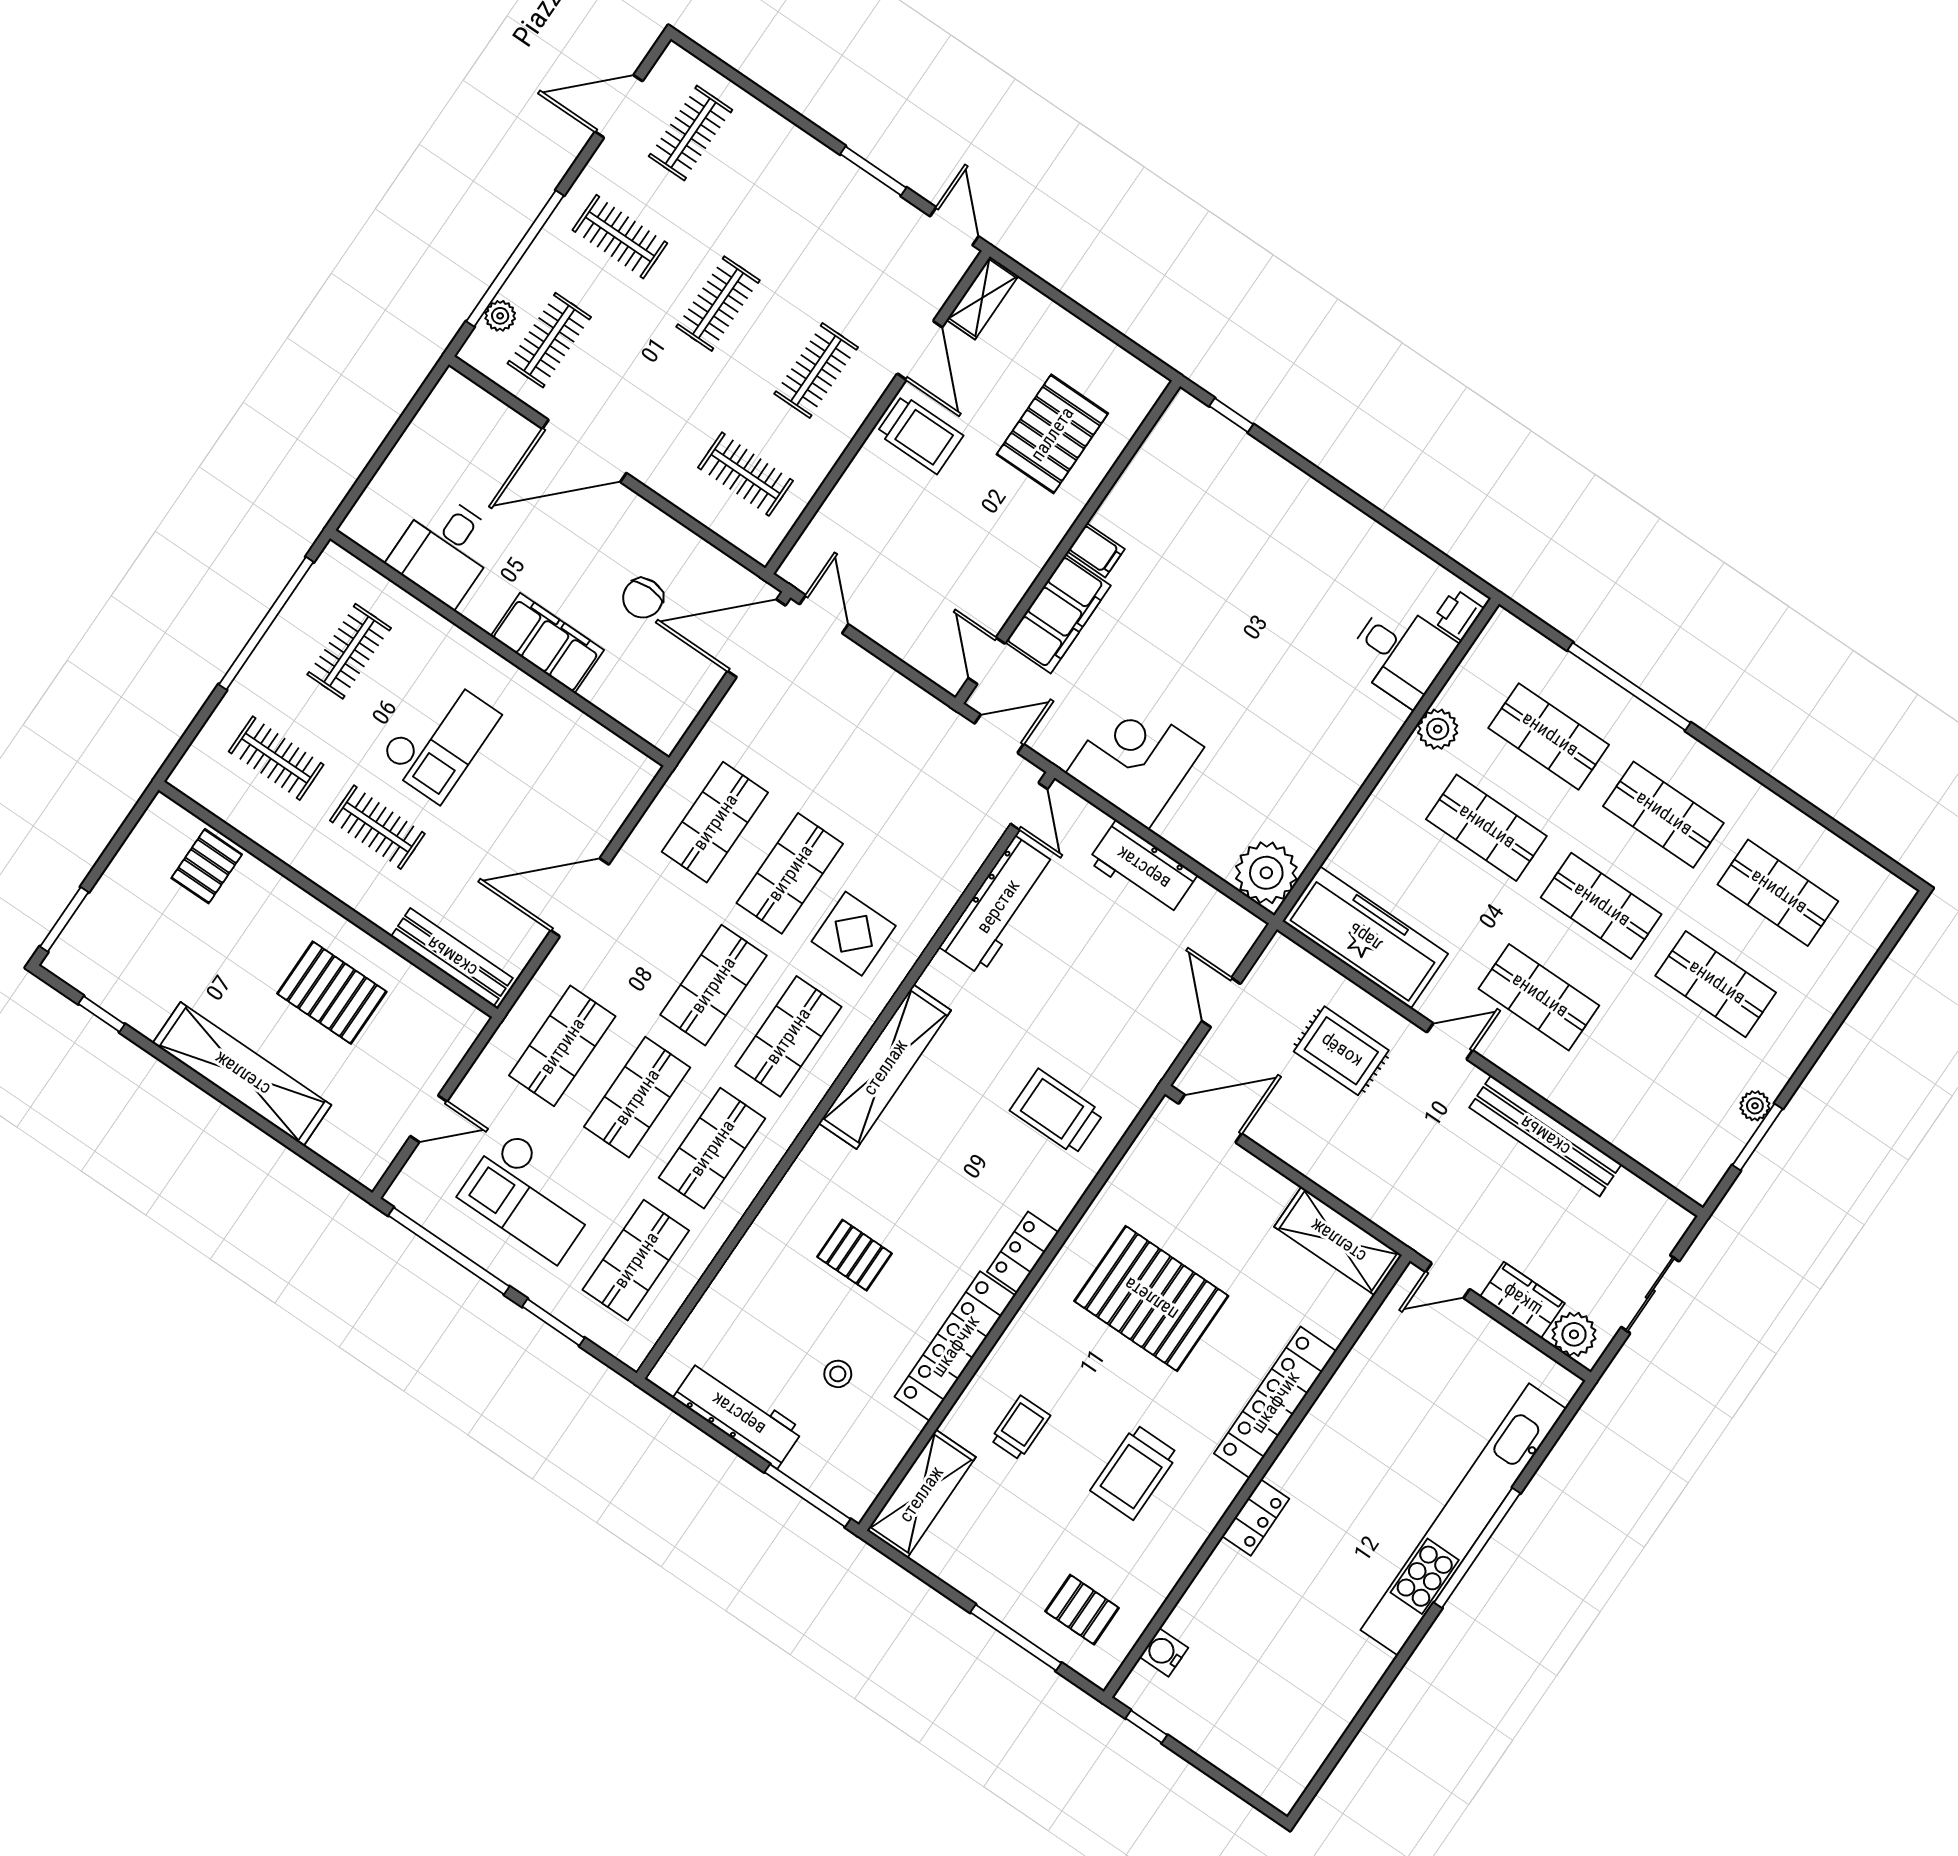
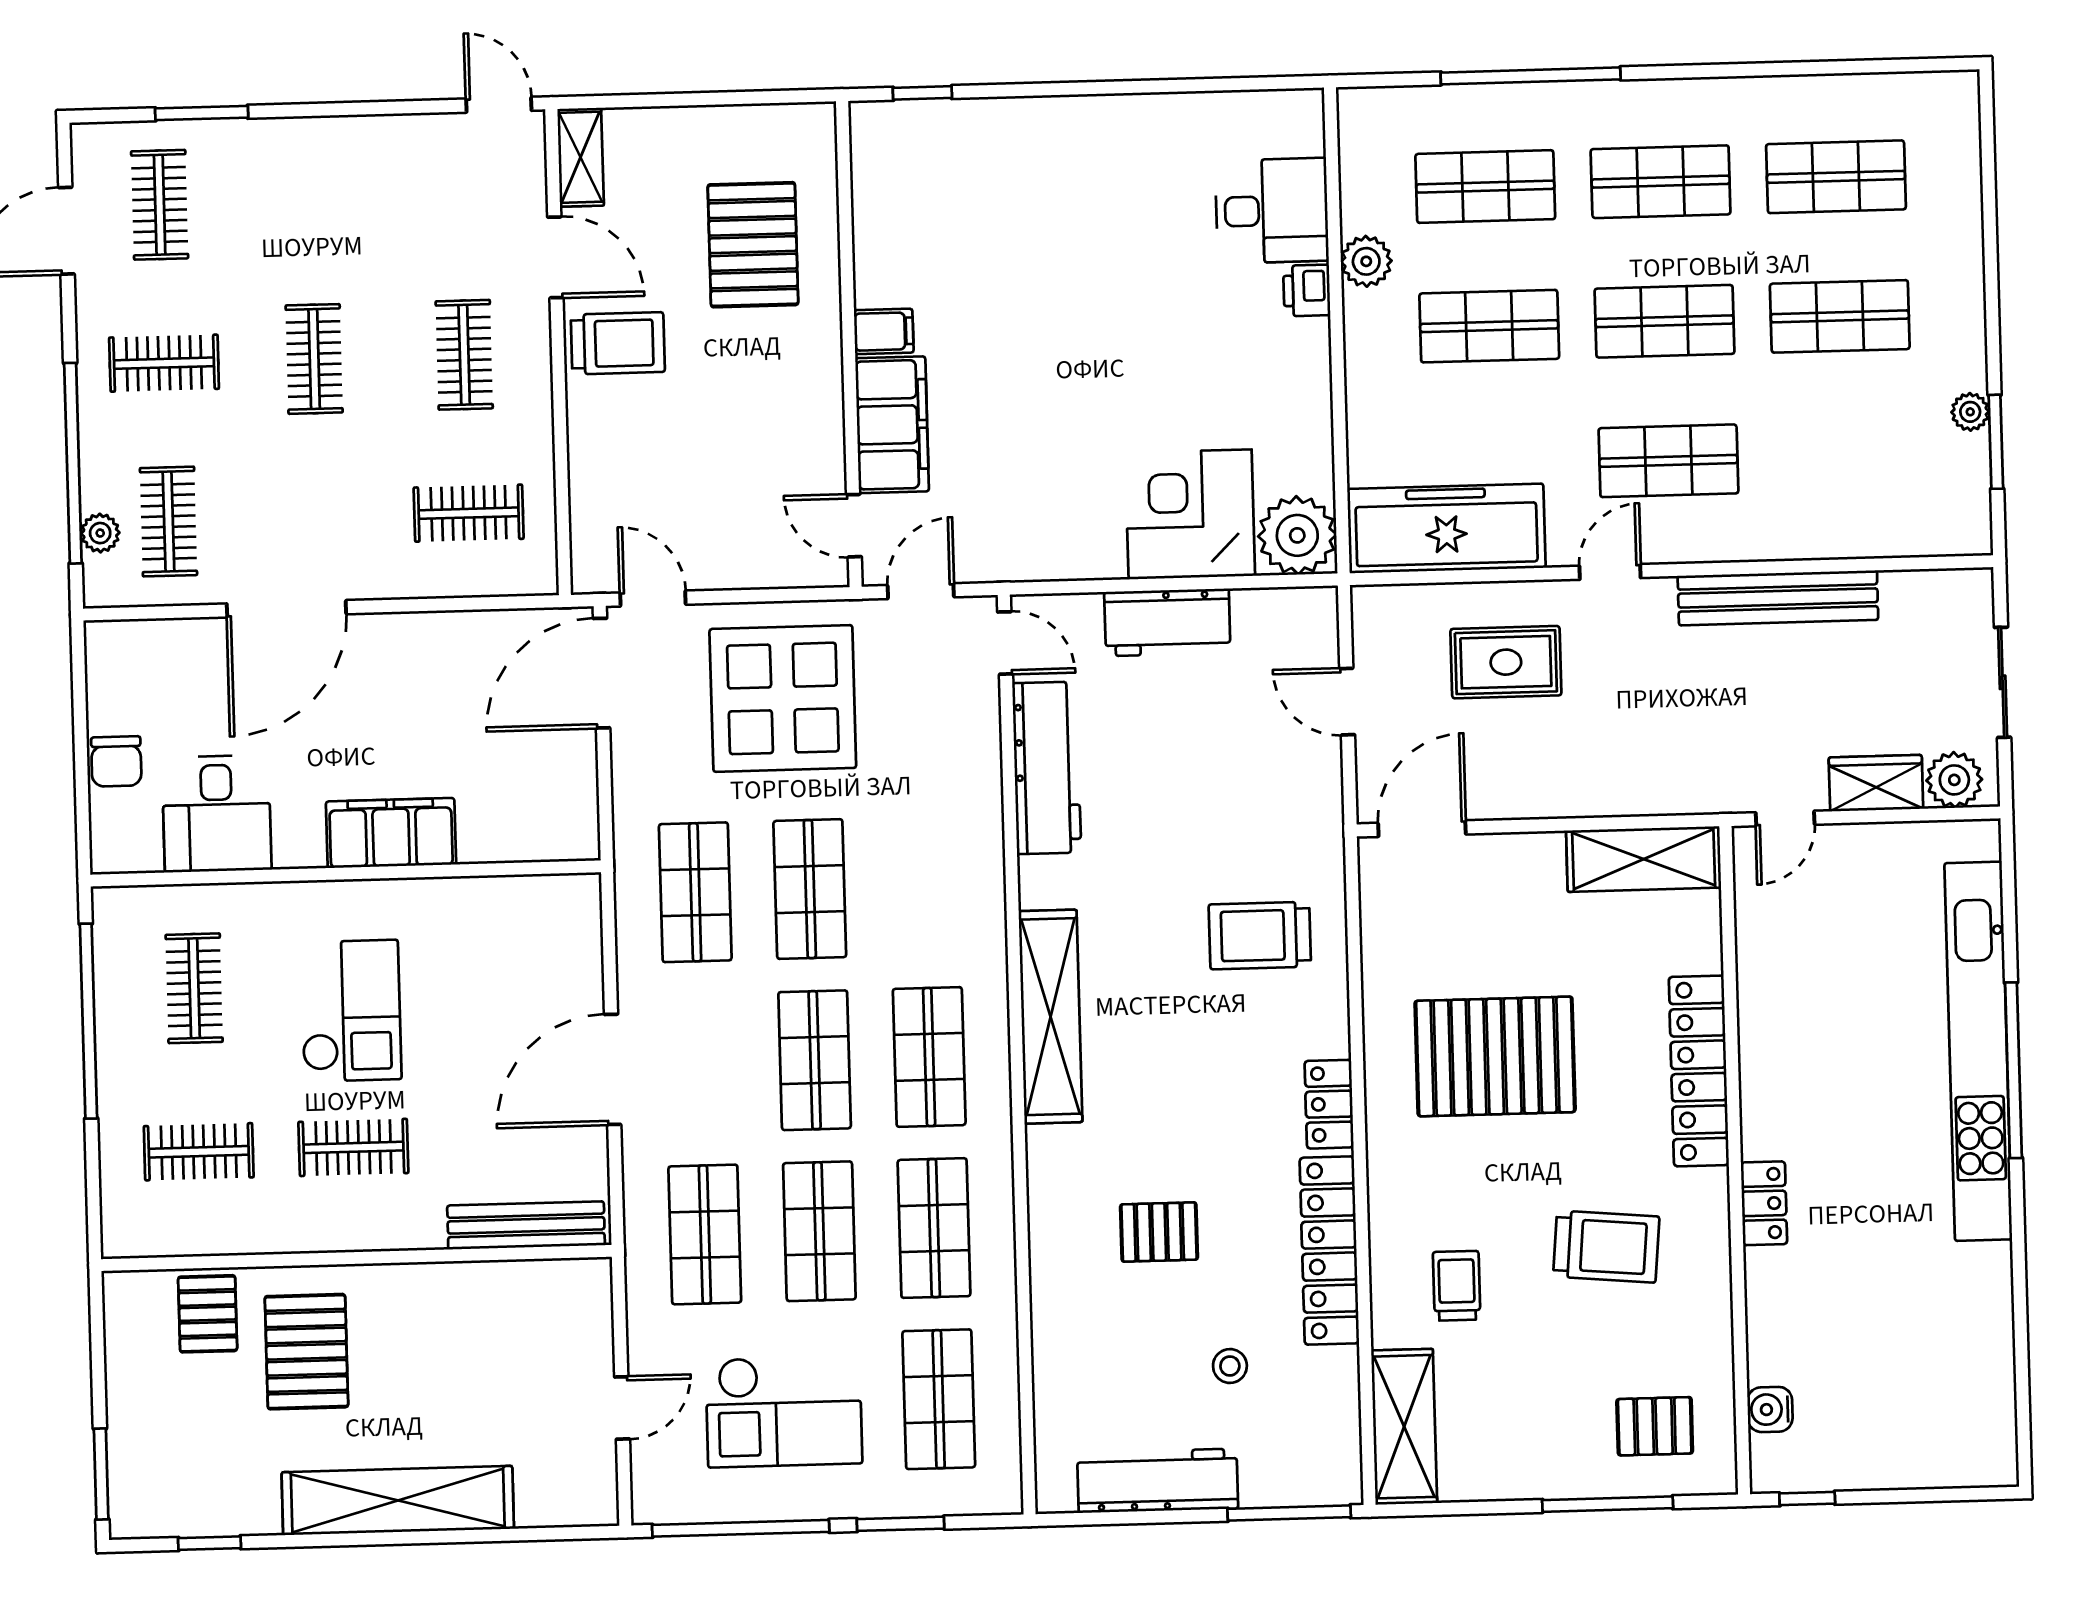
window: (873, 171) -> (202, 113), moved
chair: (643, 598) -> (116, 761), moved
printer: (1458, 615) -> (1307, 290), moved
corner desk: (1135, 760) -> (1190, 514), moved
display table: (854, 934) -> (783, 698), moved, width x1.86, depth x1.86
pallet: (332, 993) -> (306, 1352), moved, turned 90
trolley: (1134, 1472) -> (1606, 1247), turned -85

